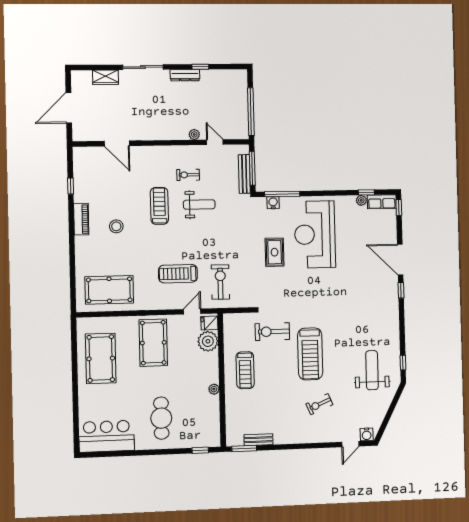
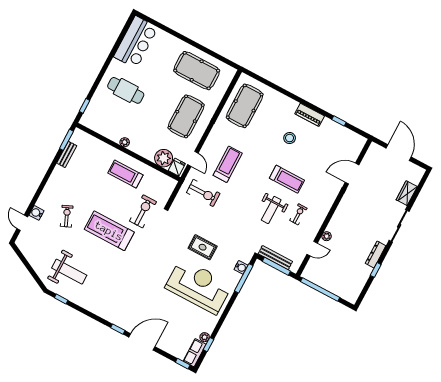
pool table: (153, 343) -> (186, 116), turned 90
water cooler: (367, 434) -> (37, 213), moved

